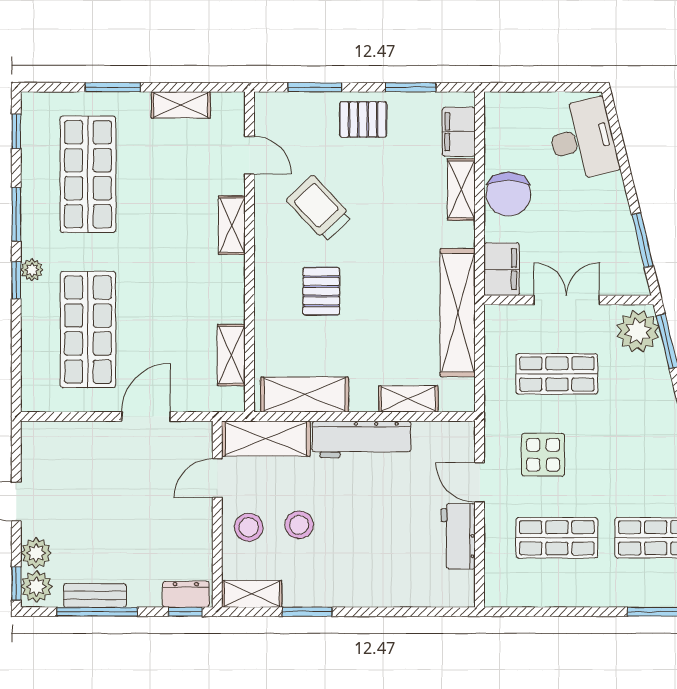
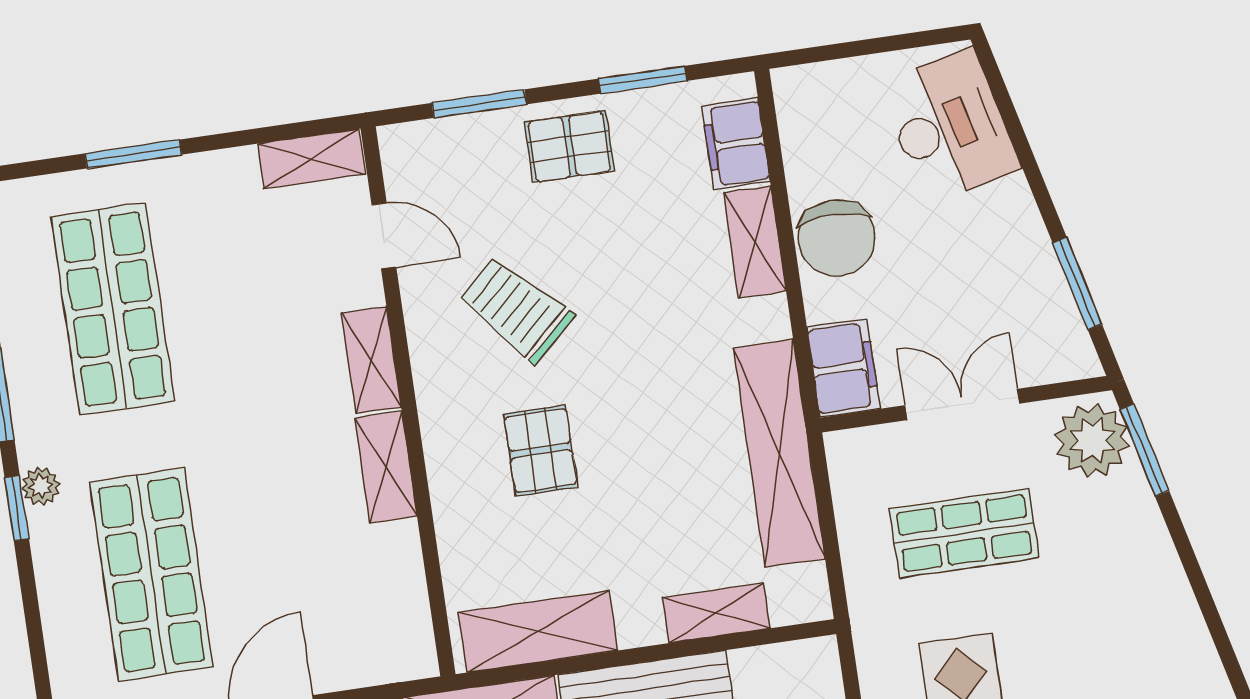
shelving: (181, 105) -> (311, 159), moved
shelving: (231, 355) -> (386, 467), moved

